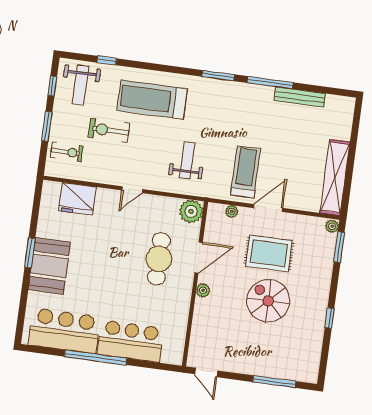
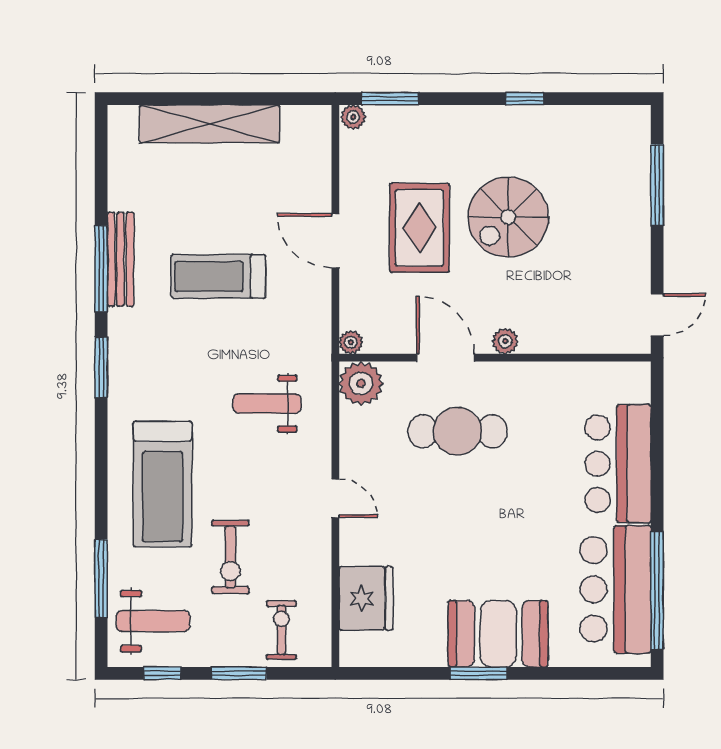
window: (107, 61) -> (101, 579), width x2.17
bench: (300, 97) -> (121, 259), moved
treadmill: (245, 172) -> (218, 276), moved
shelving: (335, 177) -> (209, 124), moved
plant: (232, 211) -> (351, 342), moved
window: (96, 357) -> (657, 590), moved

